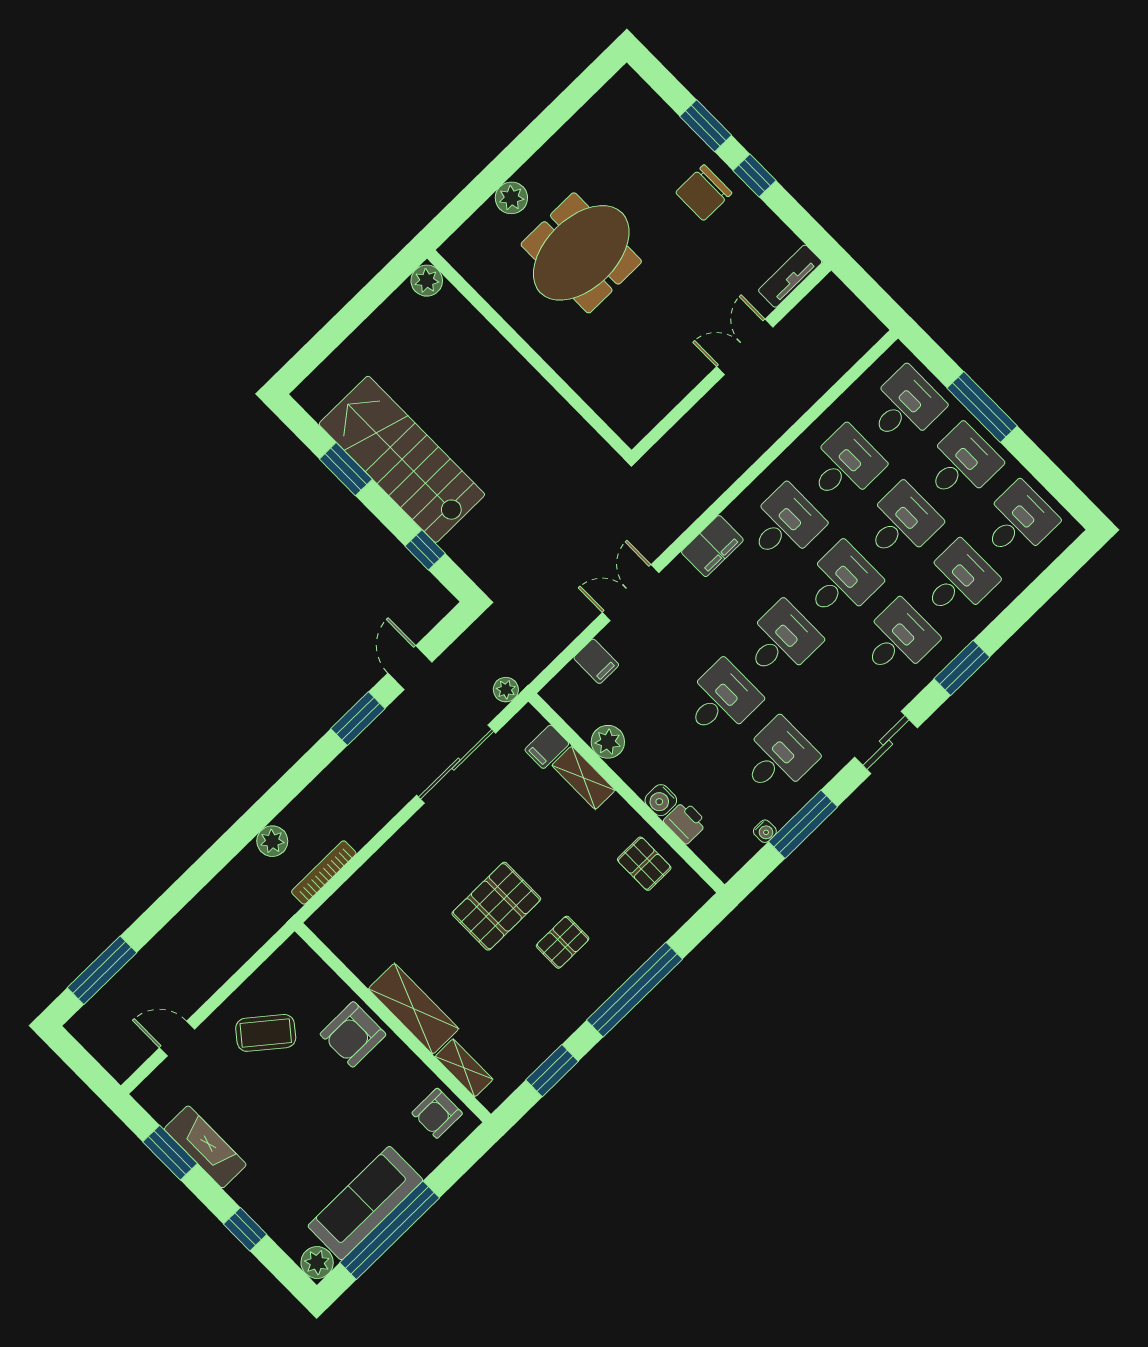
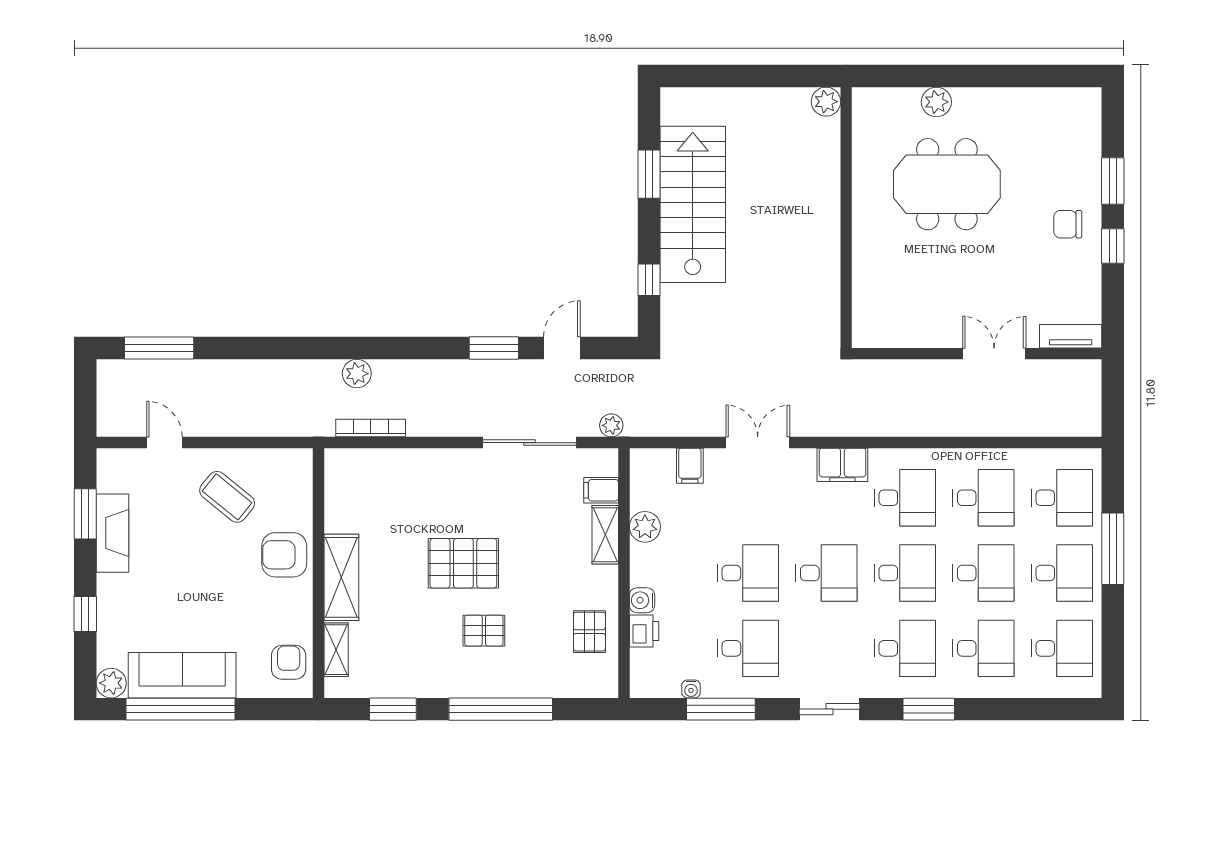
chair: (704, 193) -> (1068, 224), width x0.73, depth x0.73
armchair: (437, 1113) -> (289, 662), turned 90

